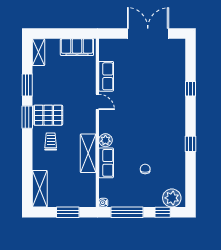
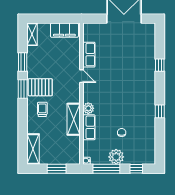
plant: (172, 198) -> (116, 157), moved

